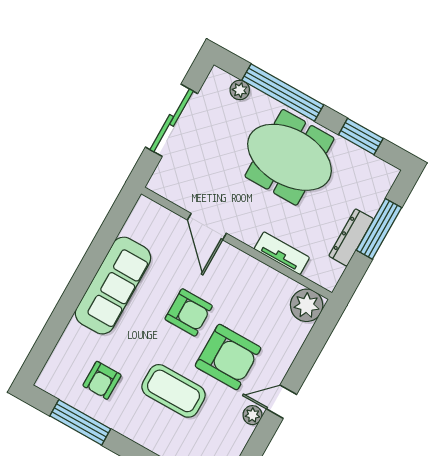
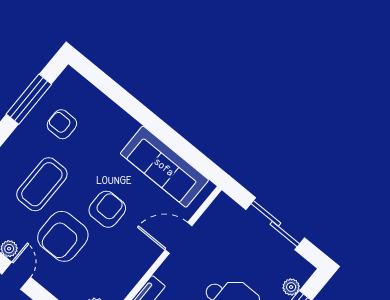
sofa: (113, 286) -> (164, 167), moved
armchair: (189, 312) -> (107, 209), turned 180

